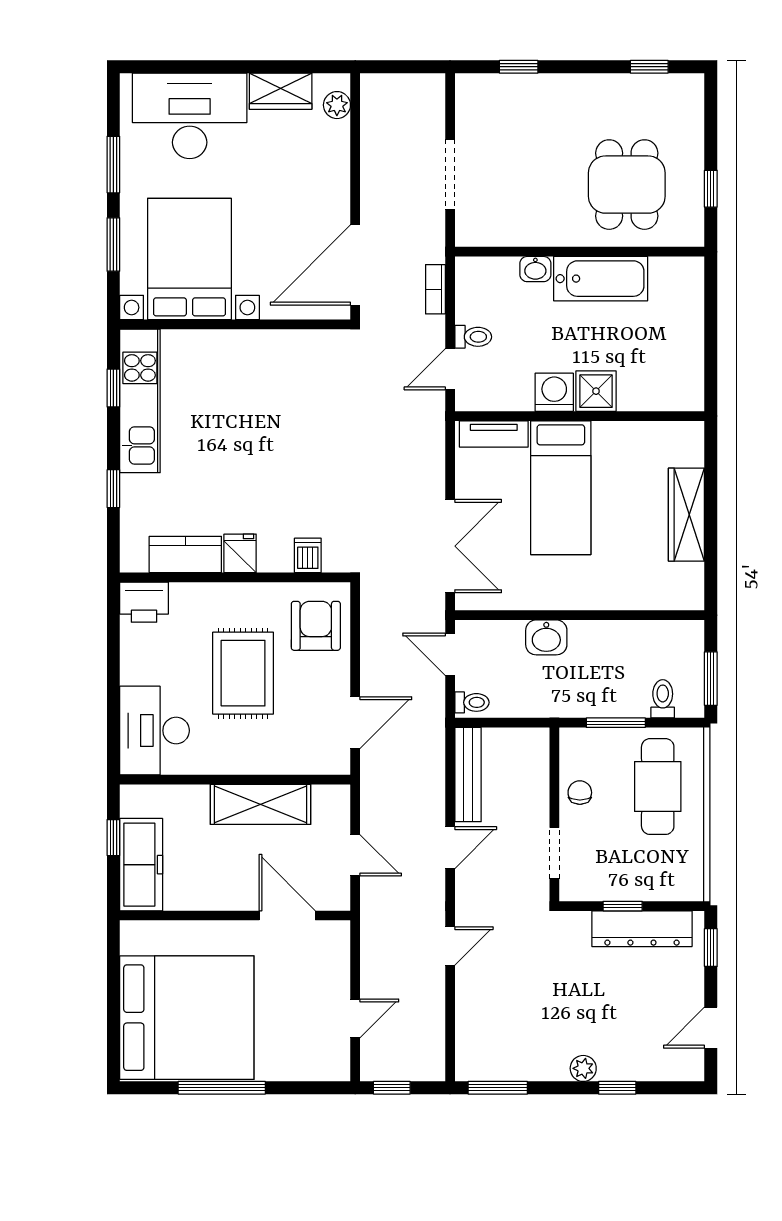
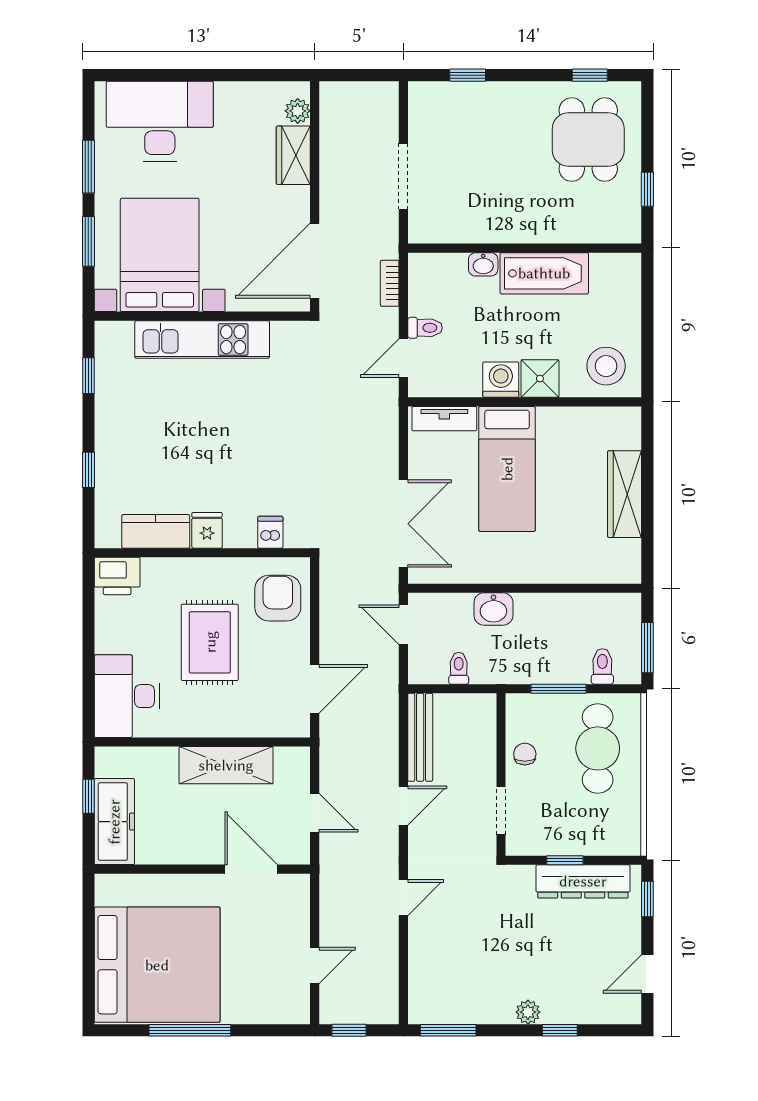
wardrobe: (281, 91) -> (293, 155), moved, turned 90
dining table: (627, 185) -> (588, 140), moved
stool: (667, 378) -> (606, 366), added
kitchen unit: (140, 401) -> (202, 340), moved, turned 90
toilet: (472, 702) -> (459, 668), moved, turned -90

